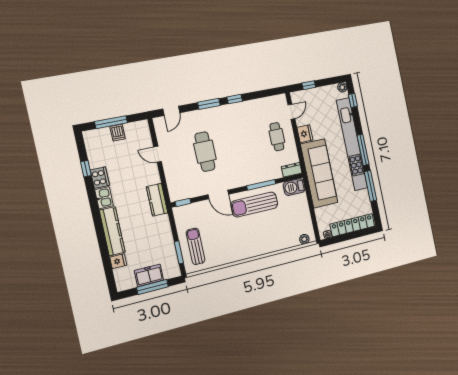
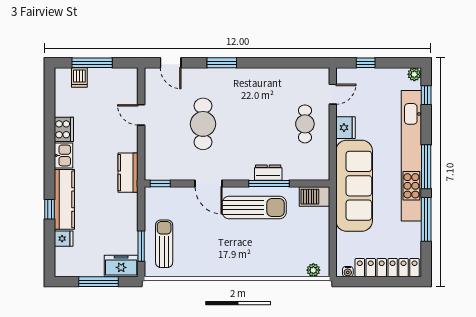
window: (235, 99) -> (258, 63), removed
door: (171, 111) -> (171, 63), hinge flipped
dishwasher: (118, 133) -> (79, 77), moved
window: (86, 169) -> (49, 209), moved
dresser: (292, 170) -> (268, 173), moved
sun lounger: (254, 204) -> (254, 208), turned 180
freezer: (149, 275) -> (121, 266), moved

